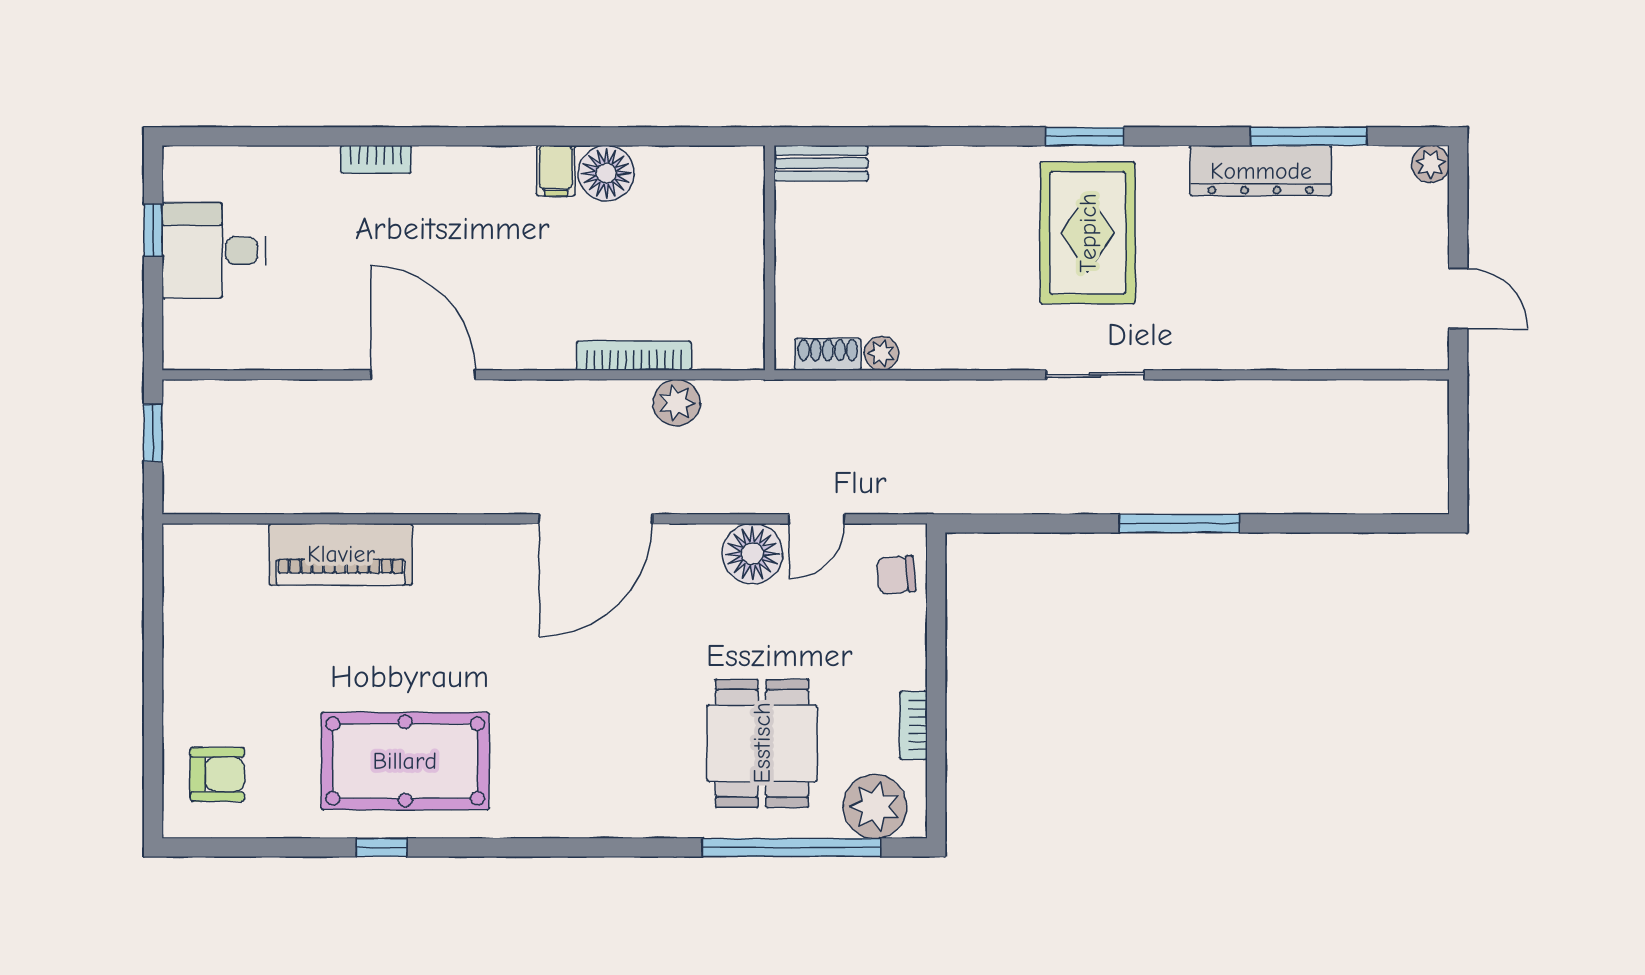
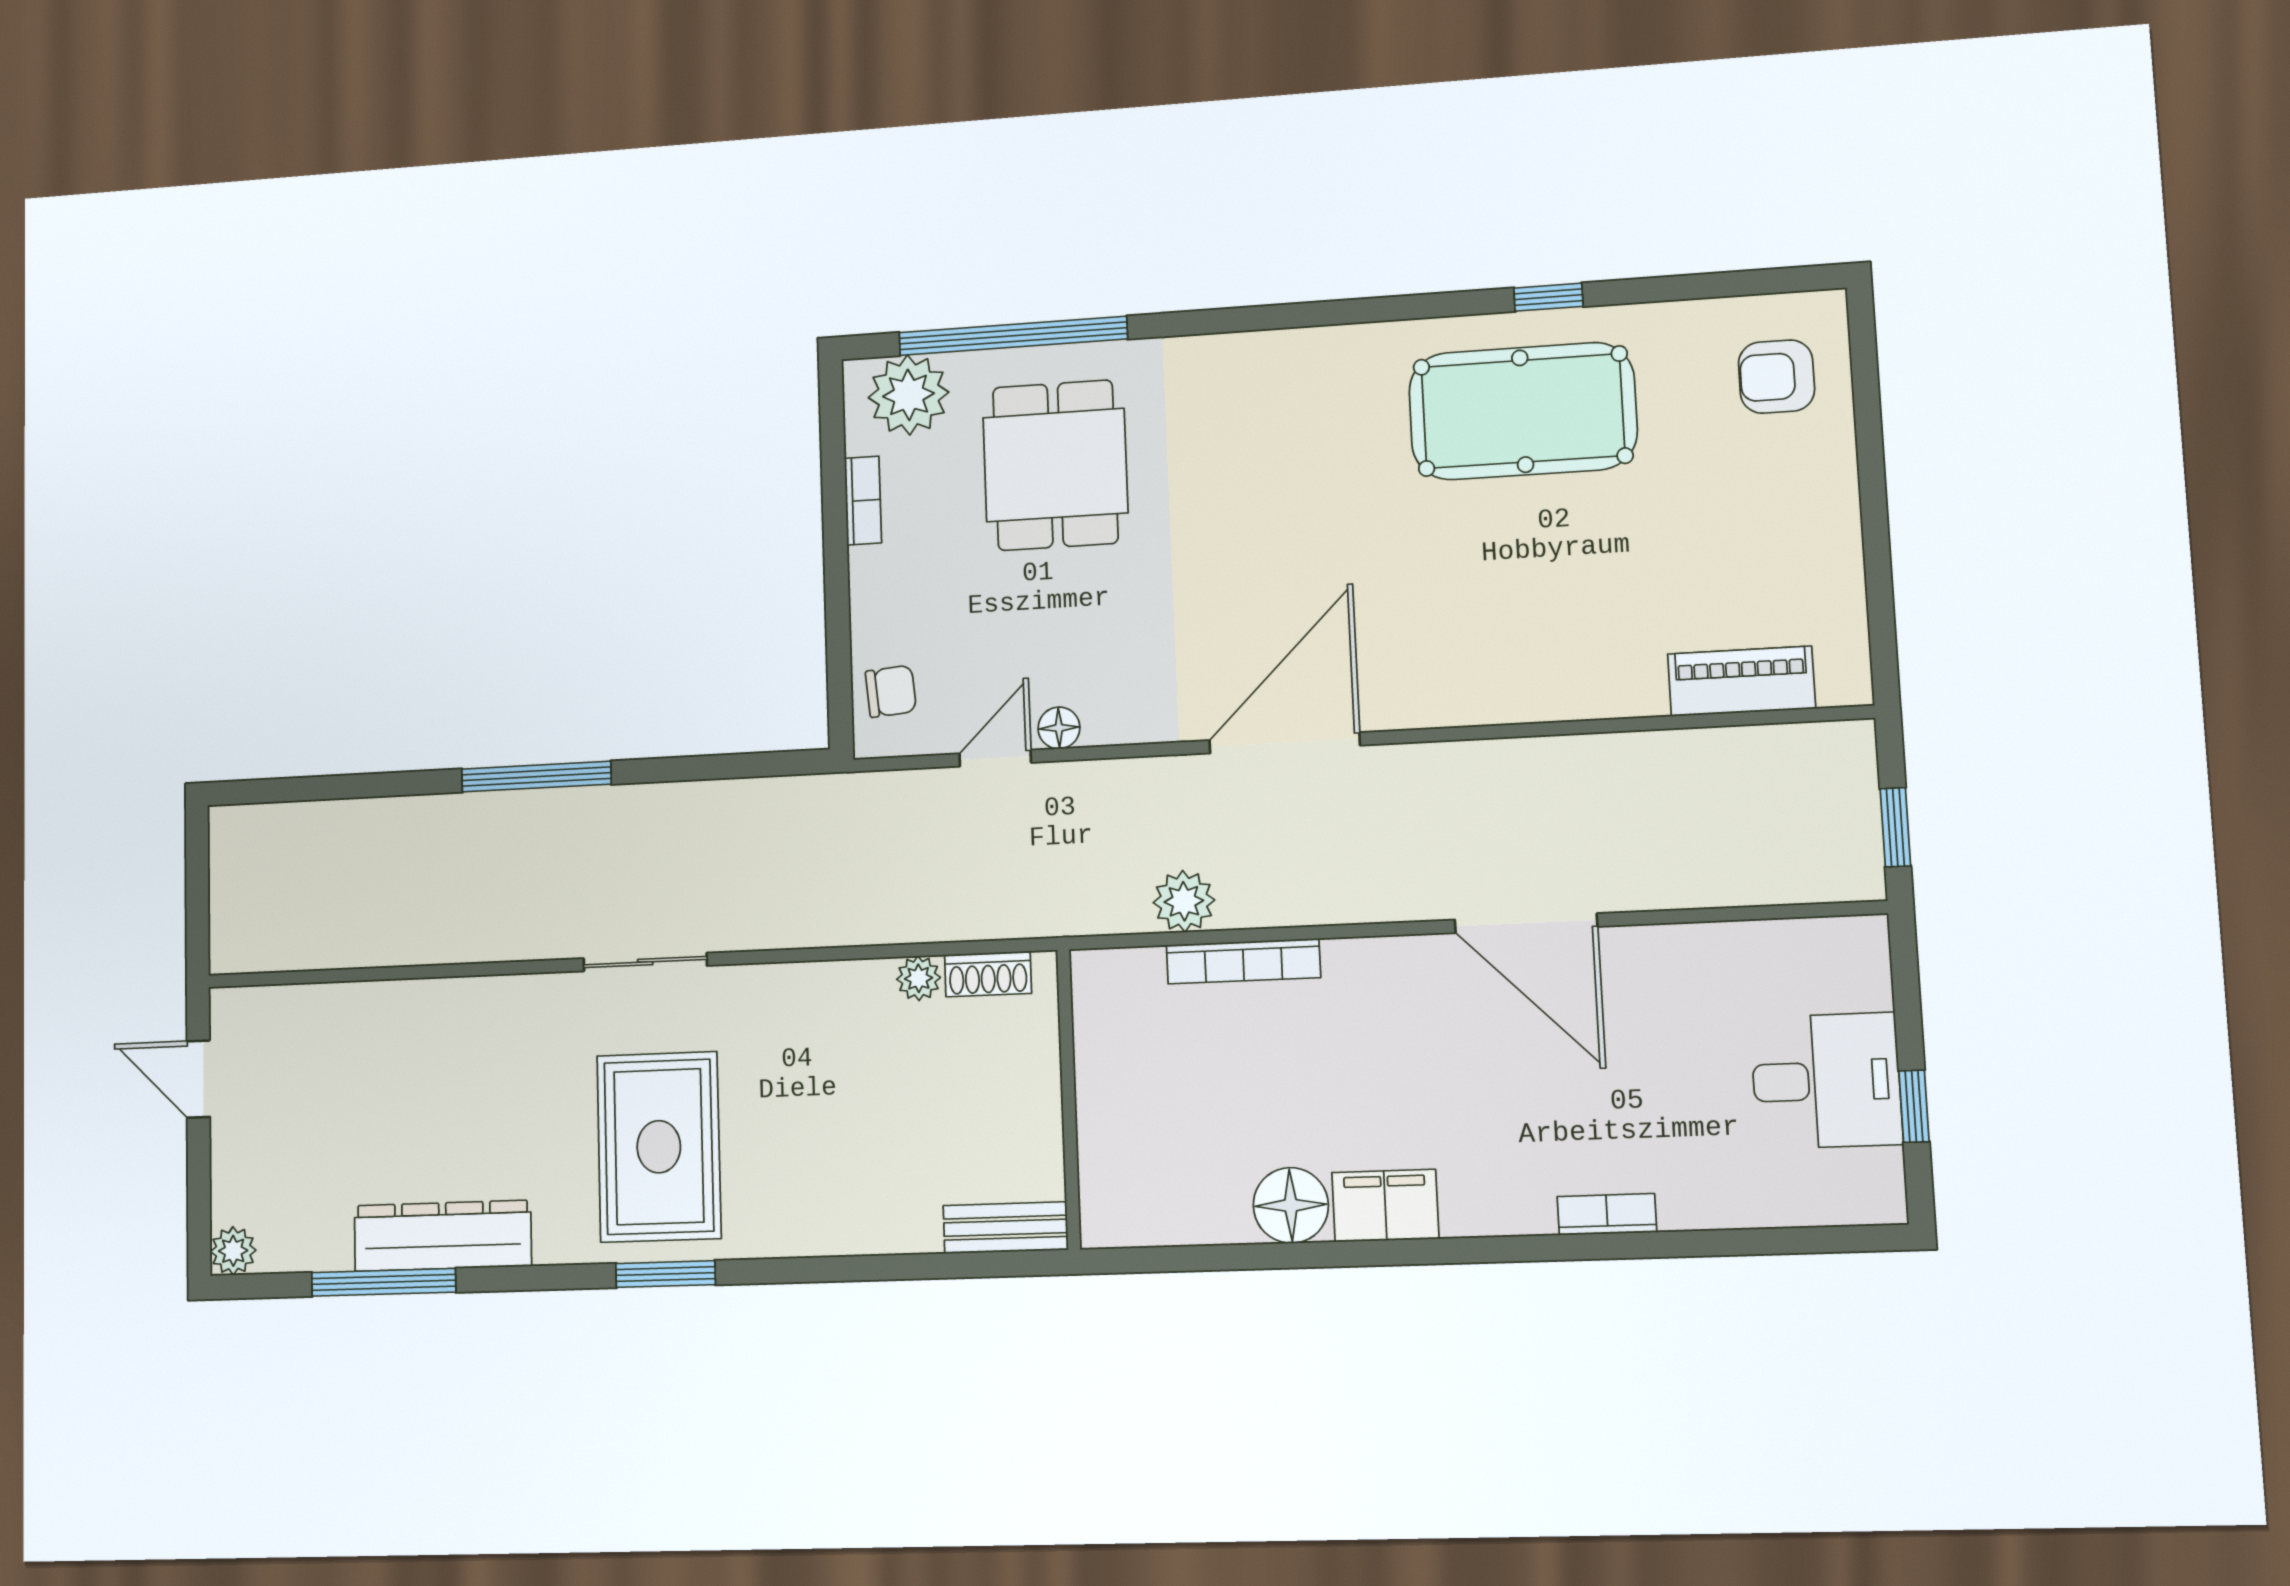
filing cabinet: (556, 171) -> (1385, 1206), width x2.00
piano: (341, 554) -> (1741, 681), moved, width x0.73, depth x0.75
floor lamp: (752, 554) -> (1059, 728), width x0.53, depth x0.53

